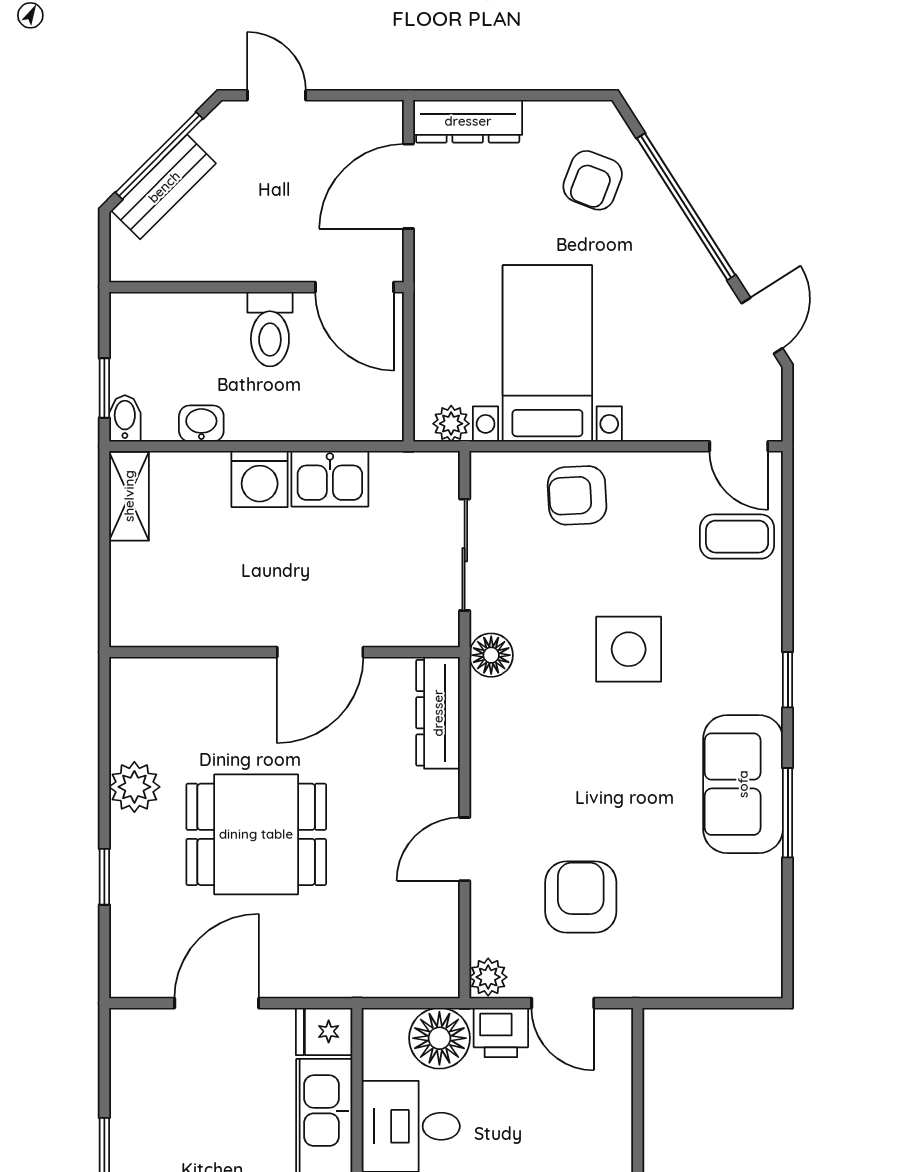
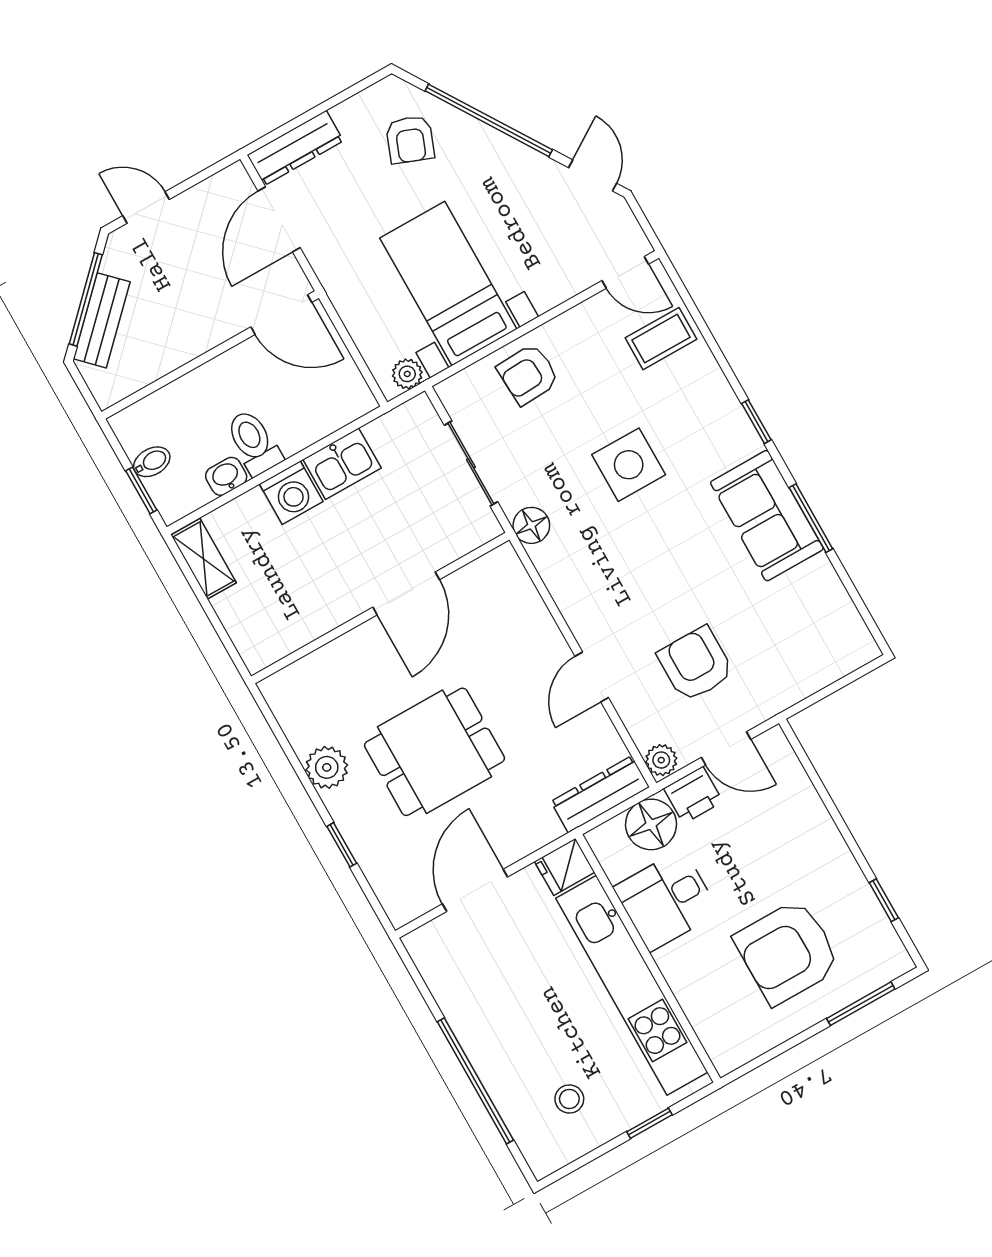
toilet: (270, 329) -> (254, 442), moved, turned 180
bidet: (125, 418) -> (152, 462), moved, turned 90
dresser: (438, 713) -> (600, 794), moved, turned 90

